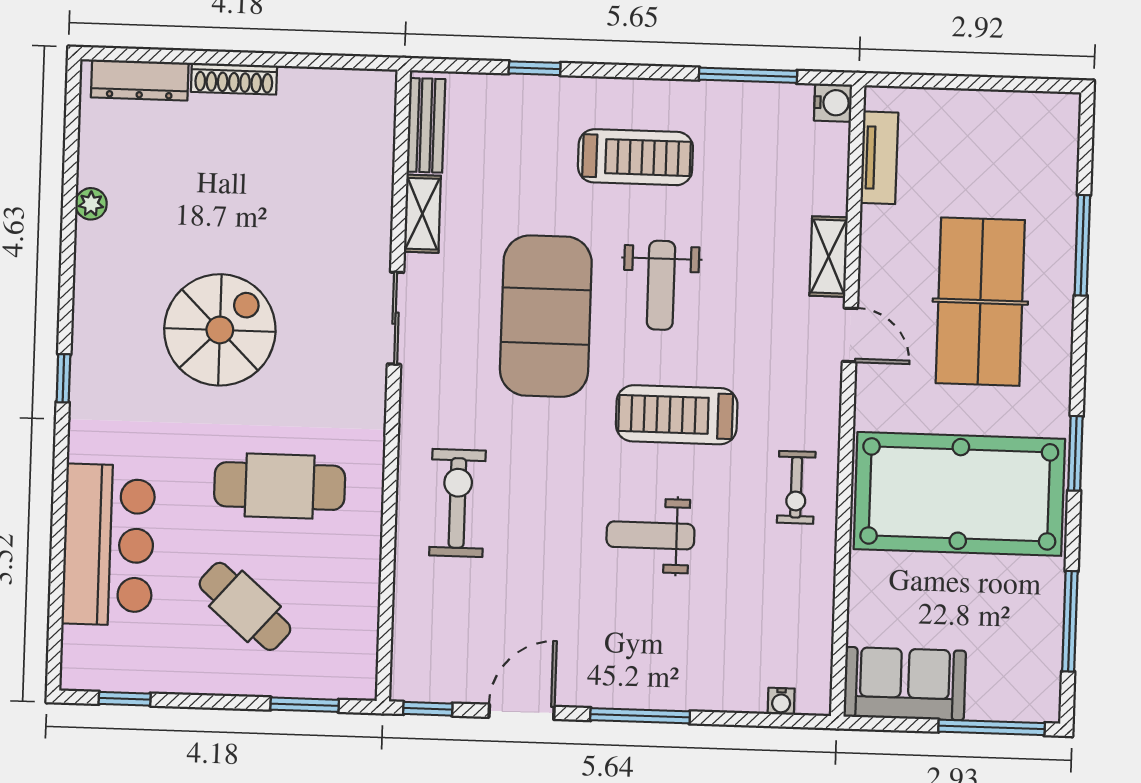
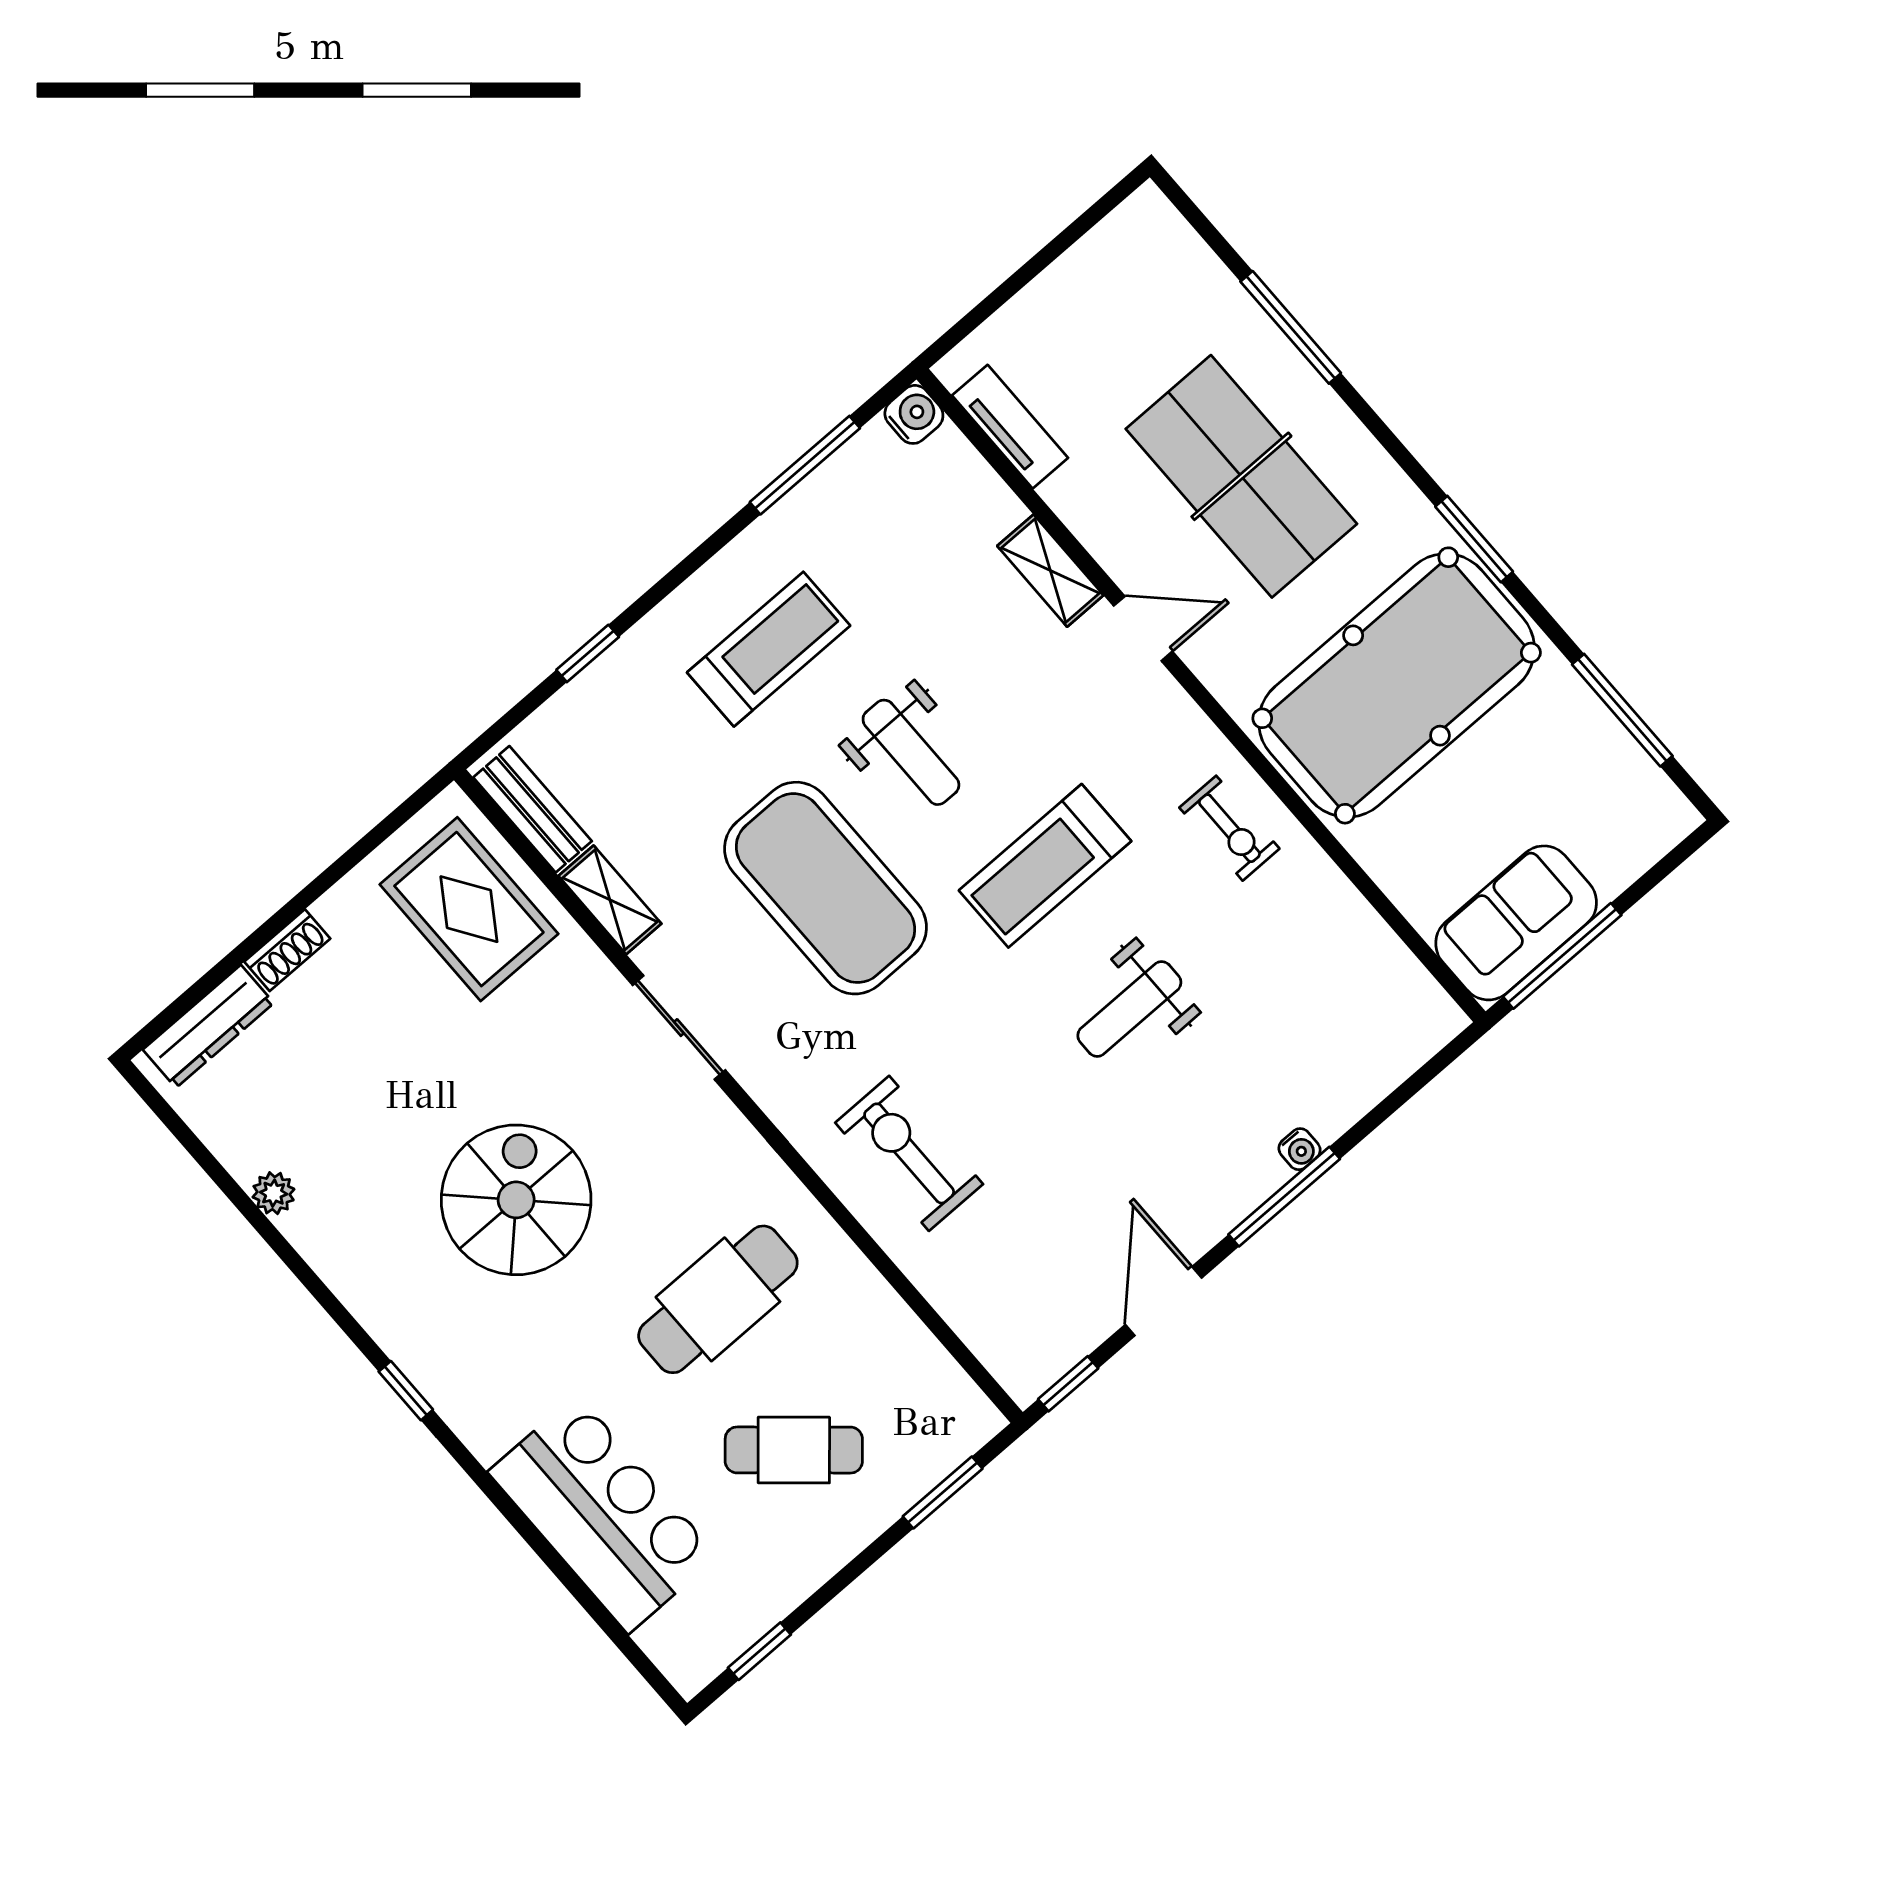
shoe rack: (234, 79) -> (287, 950), width x0.70
rug: (341, 148) -> (469, 909), added
water cooler: (781, 701) -> (1300, 1149), moved
window: (992, 727) -> (1562, 956), moved

